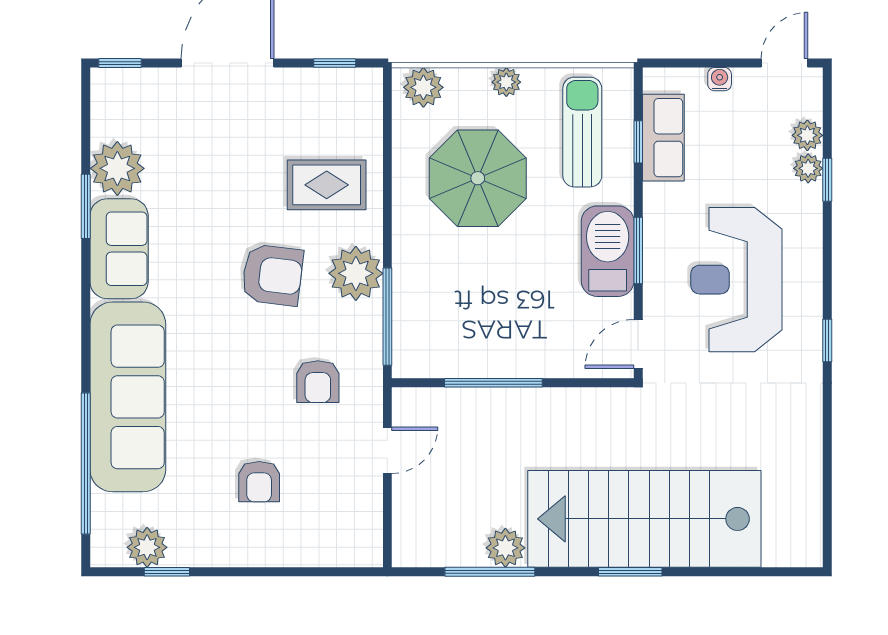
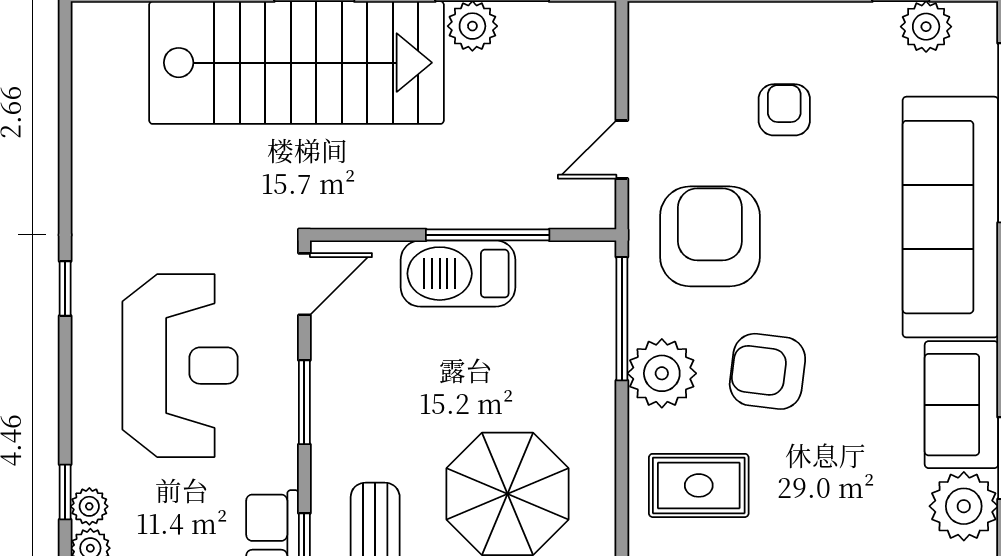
barbecue: (608, 251) -> (458, 274), moved, turned 90
armchair: (318, 382) -> (710, 236), width x1.88, depth x1.88

